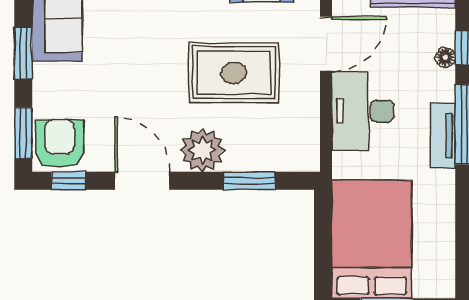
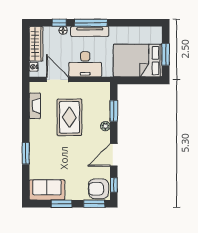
tv unit: (443, 136) -> (90, 31), width x1.41
plant: (202, 150) -> (105, 126), width x0.53, depth x0.53

